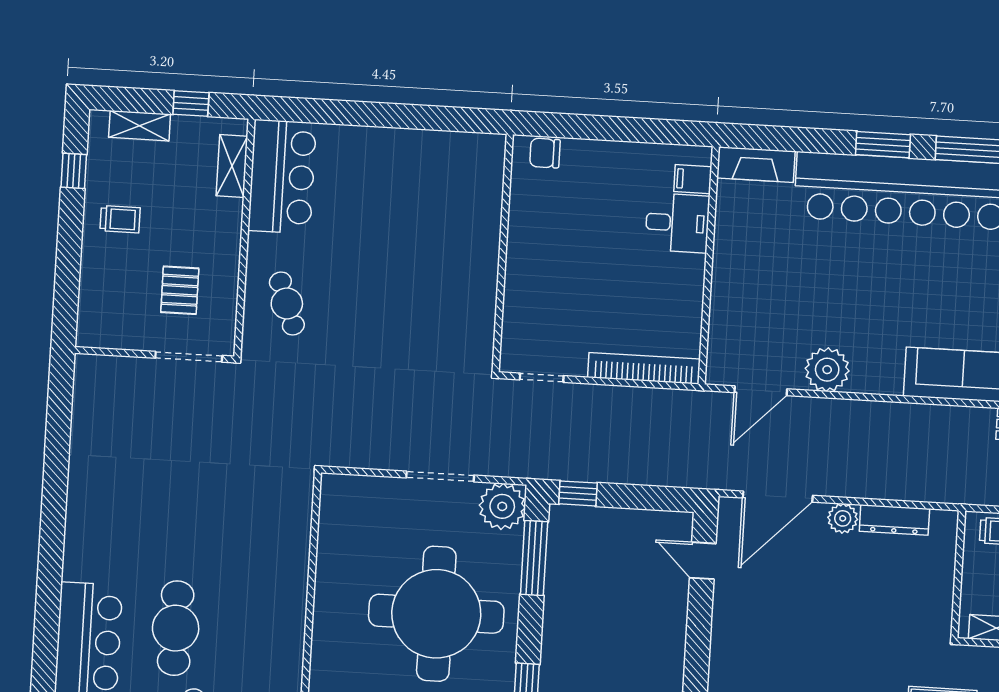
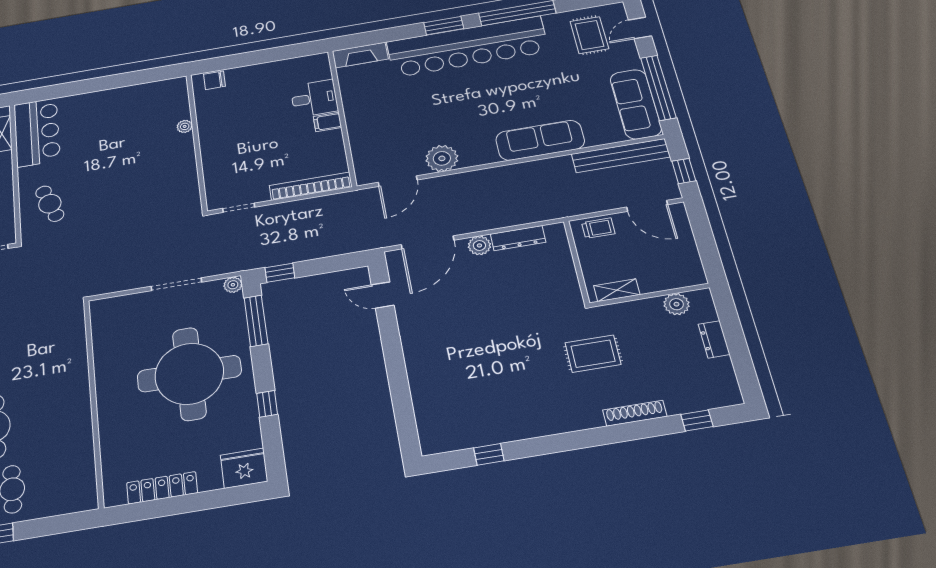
filing cabinet: (693, 179) -> (327, 122), moved
plant: (490, 222) -> (185, 126), added
plant: (502, 506) -> (233, 285), width x0.53, depth x0.53

